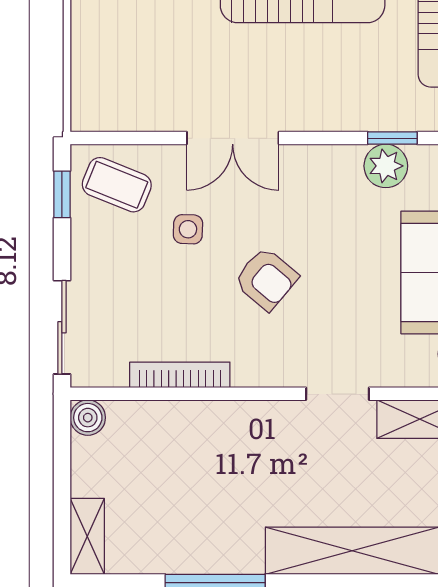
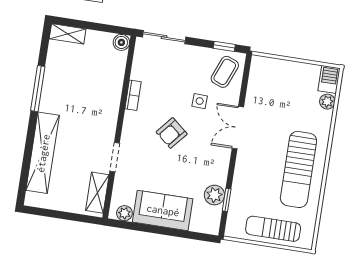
bookcase: (180, 375) -> (133, 95), width x0.64

